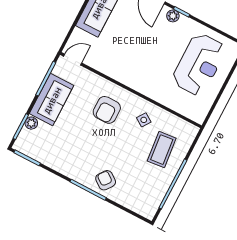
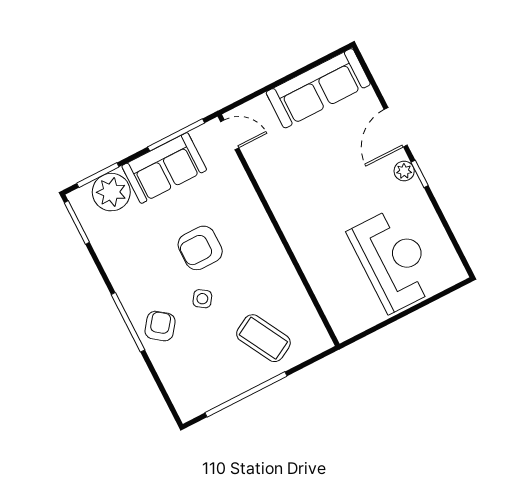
reception desk: (199, 64) -> (393, 260), turned -90
armchair: (107, 110) -> (200, 248), moved
side table: (144, 120) -> (202, 299), moved
plant: (31, 123) -> (111, 192), width x1.87, depth x1.87
coffee table: (162, 150) -> (263, 338), turned 67

